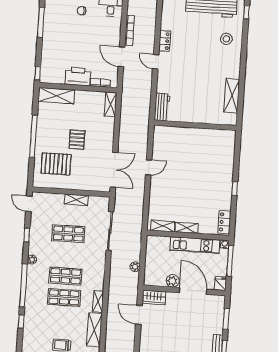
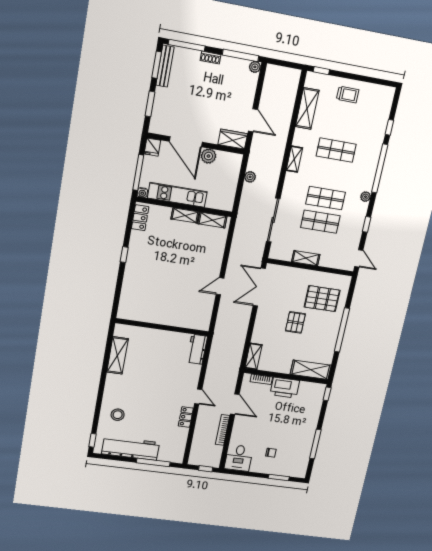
shop shelf: (65, 276) -> (326, 198), moved
shelving: (98, 301) -> (294, 159), moved

